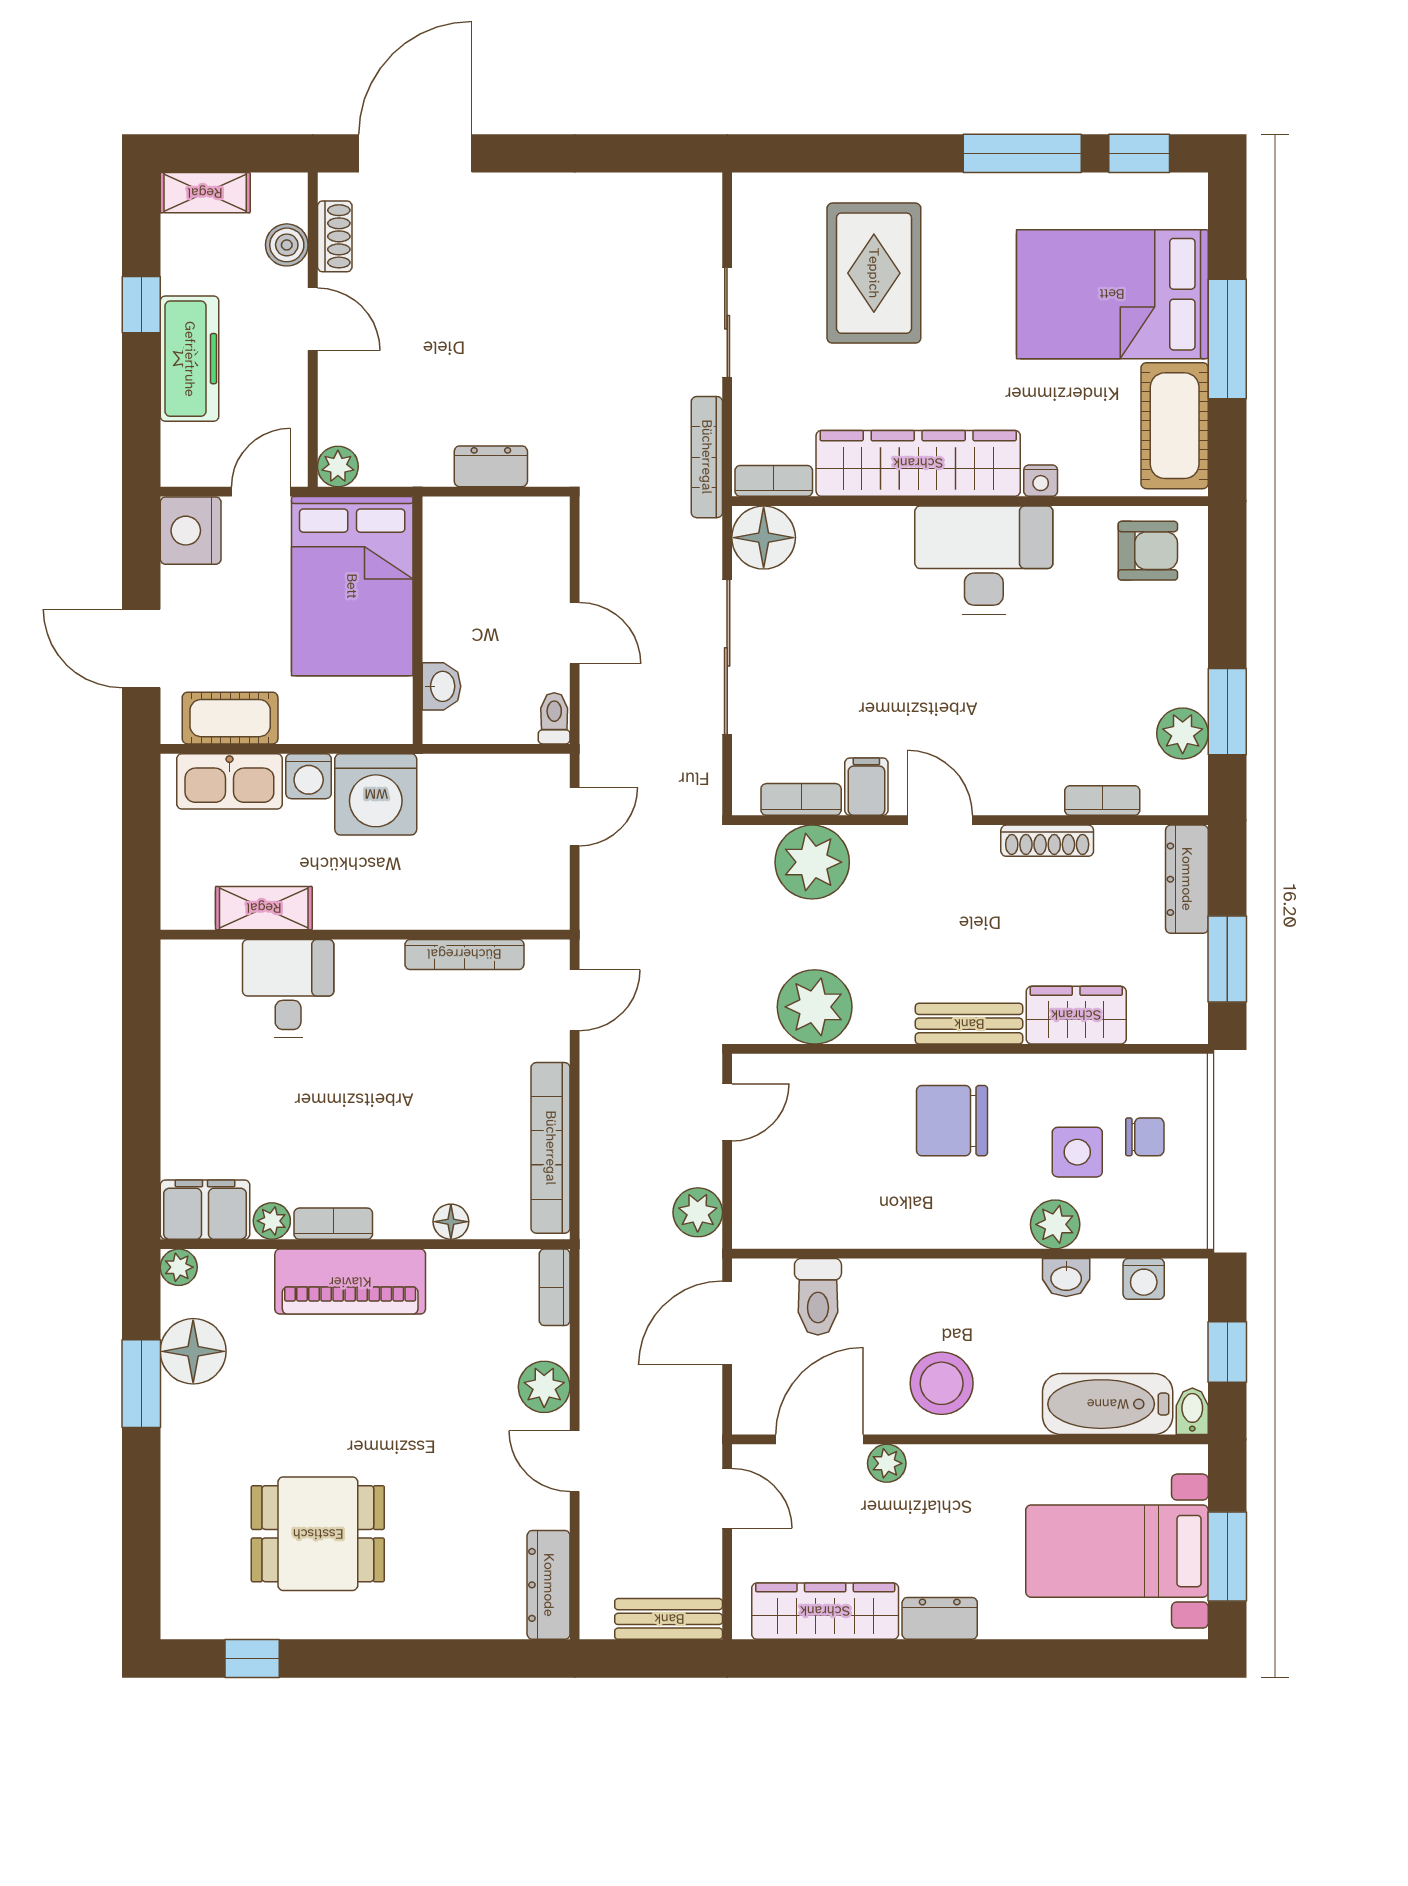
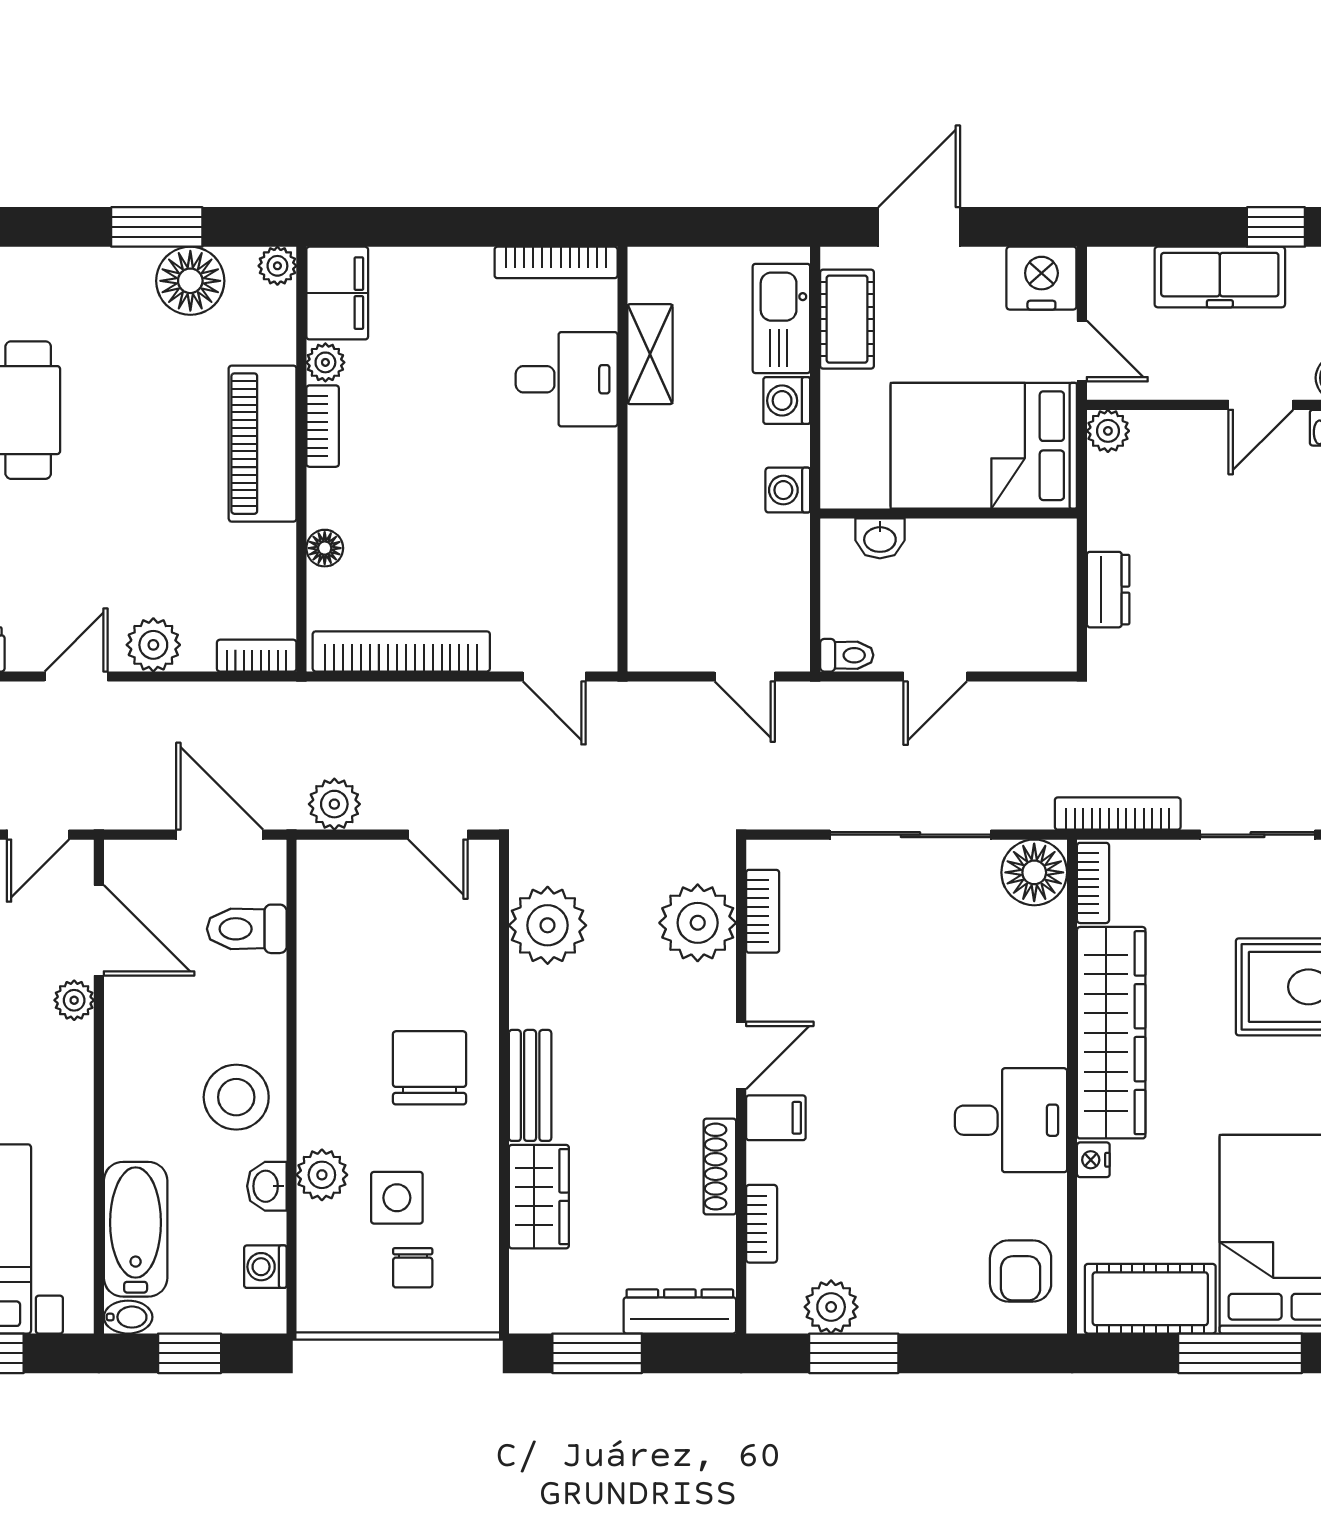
desk: (984, 560) -> (1011, 1120), width x0.73
filing cabinet: (866, 787) -> (776, 1118), moved
washing machine: (376, 794) -> (788, 490), width x0.53, depth x0.53
bookcase: (464, 954) -> (556, 262), moved, turned -90
stool: (942, 1383) -> (236, 1097), moved

